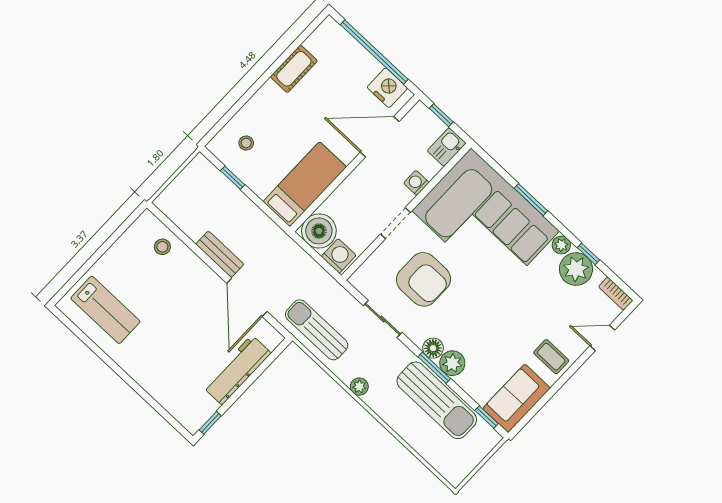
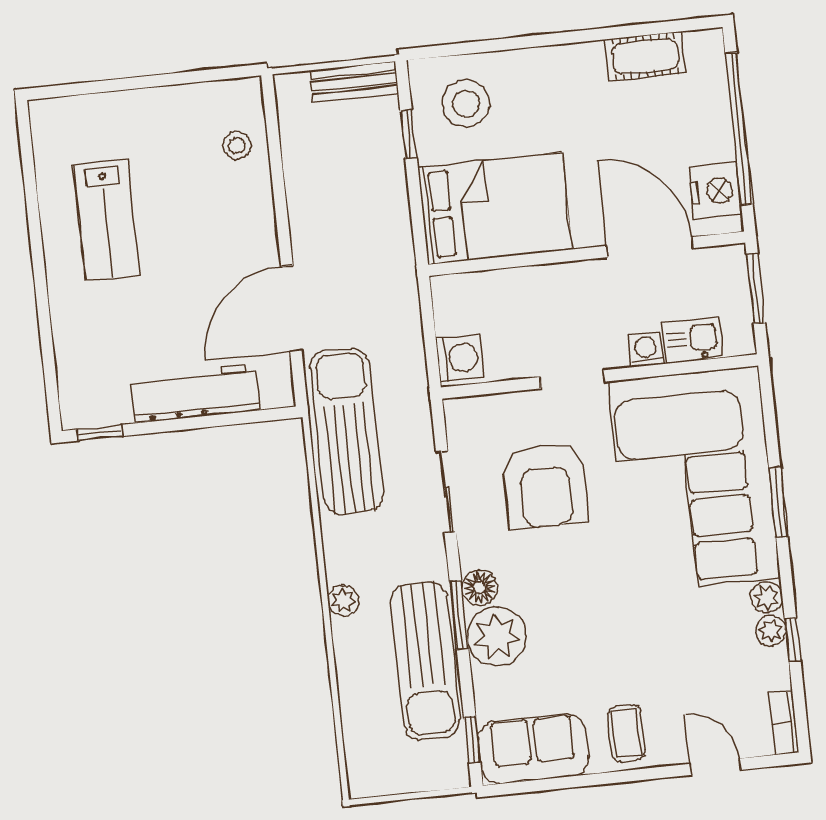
cot: (294, 69) -> (645, 56), moved
window: (441, 115) -> (756, 289), width x1.50
stool: (246, 143) -> (466, 103), width x1.89, depth x1.89
kitchen sink: (447, 147) -> (692, 340), moved
bed: (305, 184) -> (495, 209), width x1.50
boiler: (319, 231) -> (462, 303), removed
bench: (220, 254) -> (354, 82), moved, turned 90
plant: (576, 269) -> (771, 631), width x0.53, depth x0.53
lab bench: (105, 310) -> (106, 220), moved
sun lounger: (317, 330) -> (346, 431), width x1.36, depth x1.34
plant: (452, 363) -> (497, 636), width x1.36, depth x1.36
plant: (359, 387) -> (343, 600), moved

